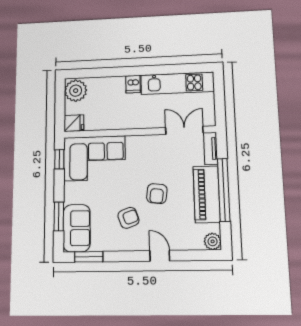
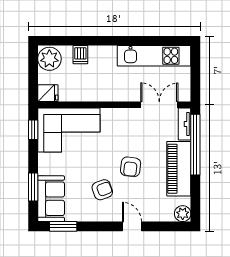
dishwasher: (133, 84) -> (80, 55), moved
window: (224, 190) -> (195, 145), moved

